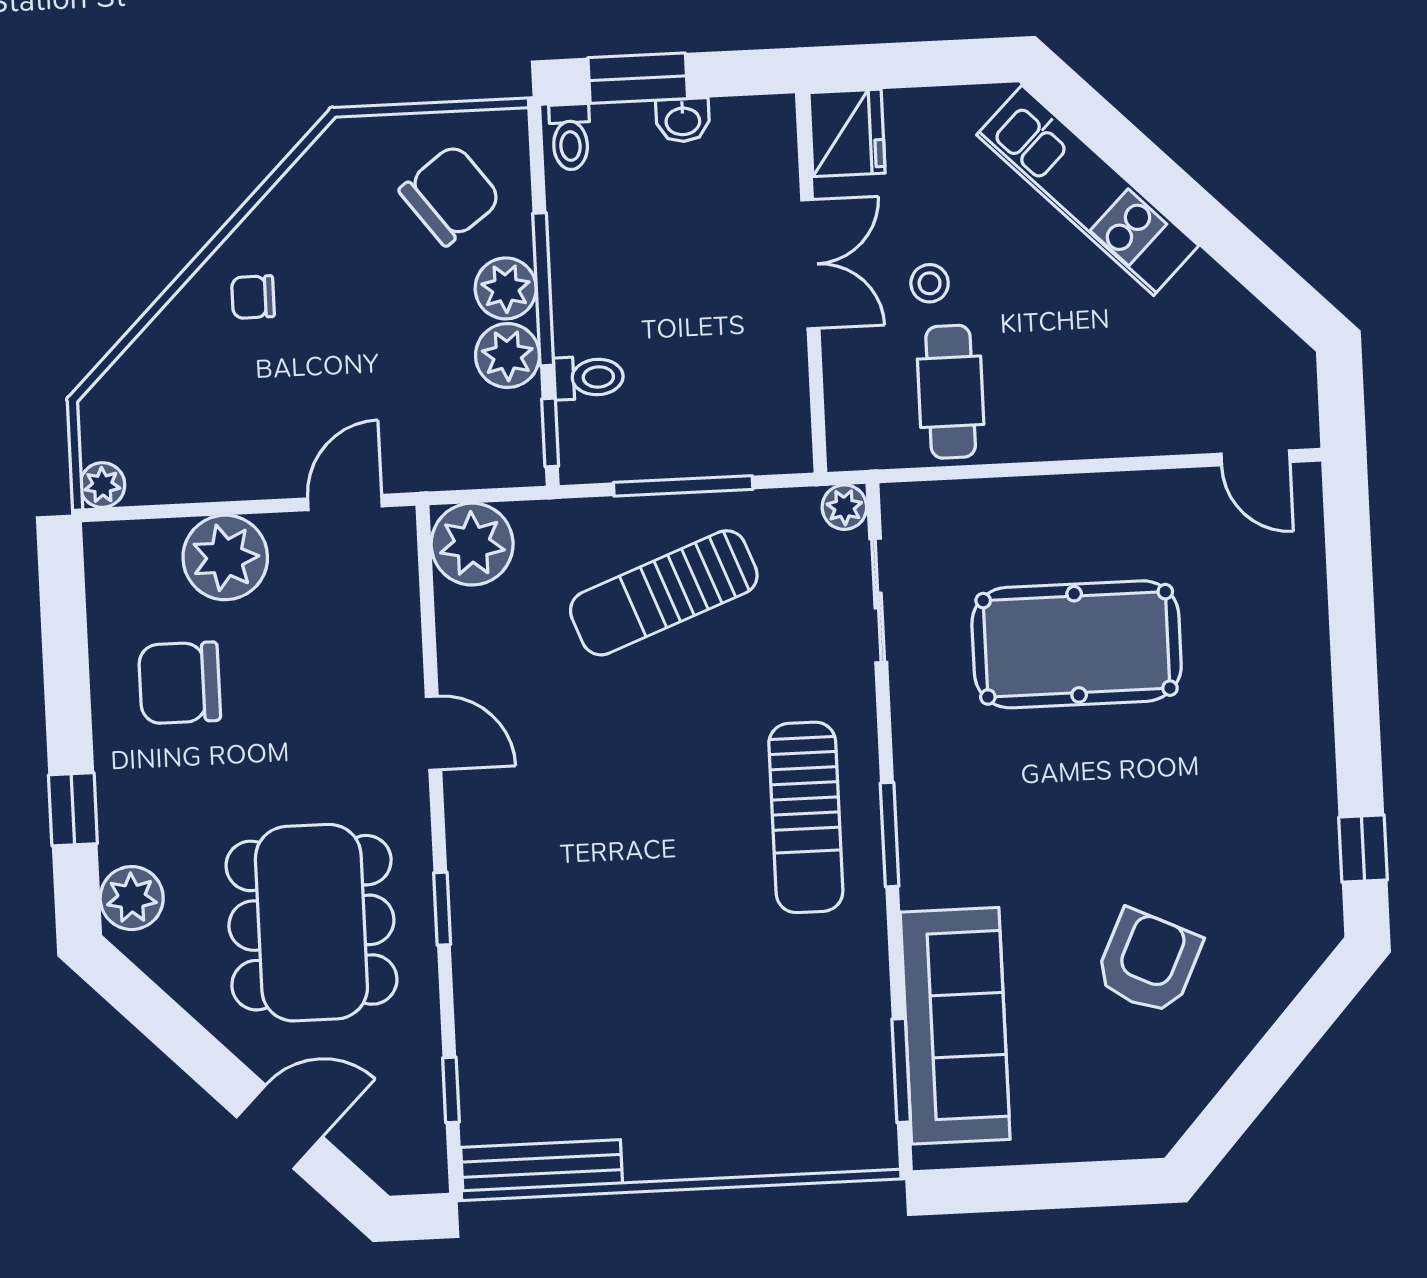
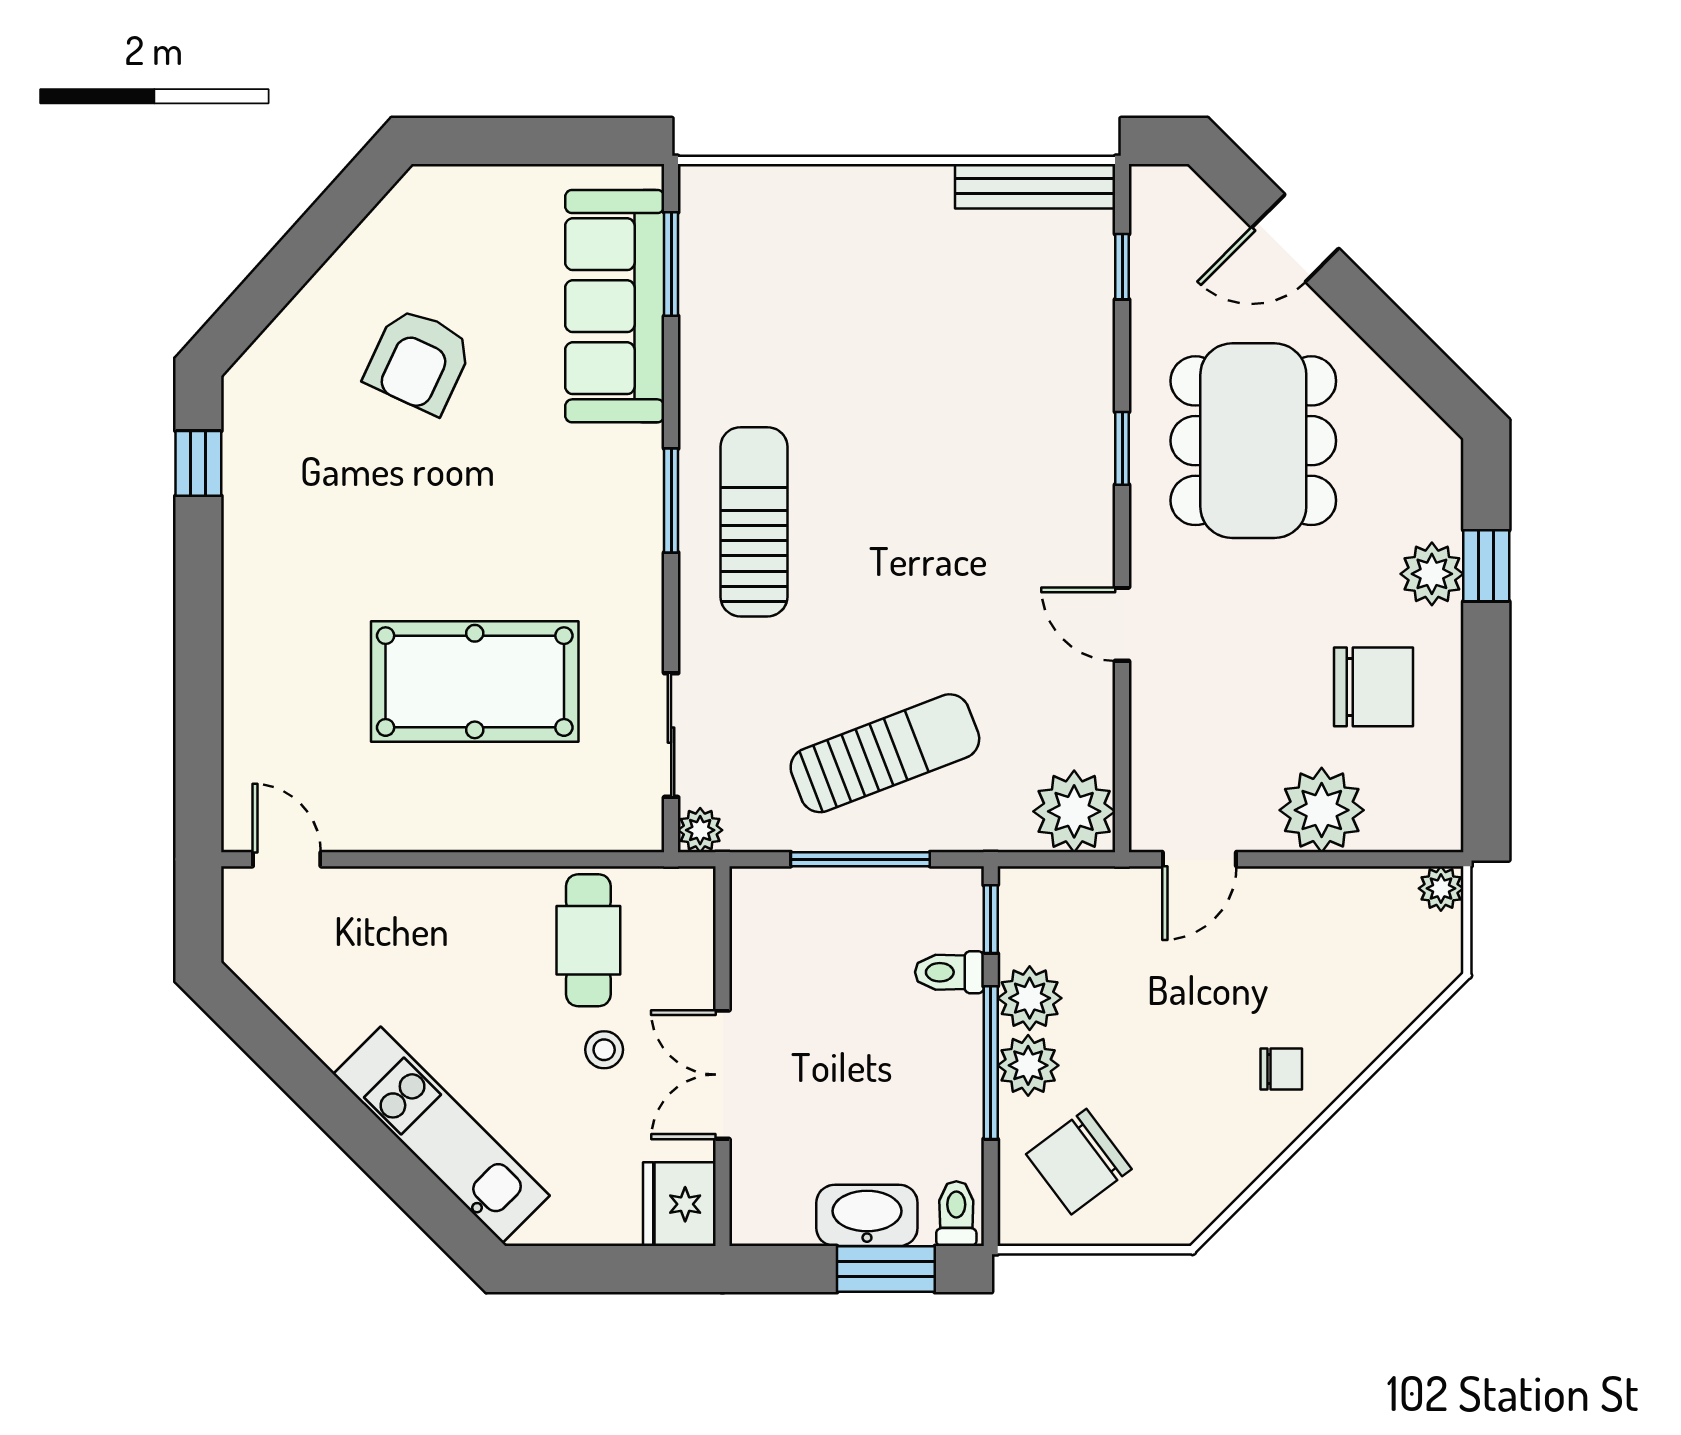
washbasin: (683, 120) -> (867, 1215), width x1.91, depth x1.45
plant: (132, 898) -> (1432, 574), moved

